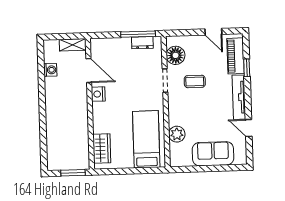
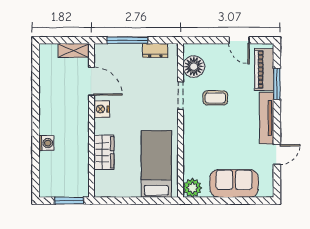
window: (138, 34) -> (127, 40), moved
window: (247, 68) -> (277, 84), width x1.50
washing machine: (50, 70) -> (46, 143), moved
door: (249, 128) -> (277, 154), swing flipped
plant: (177, 134) -> (192, 188), moved
wardrobe: (102, 148) -> (104, 152), moved

